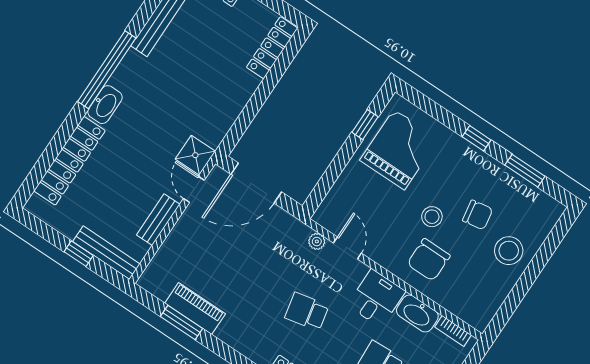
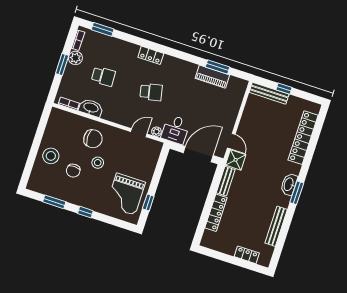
locker: (272, 48) -> (216, 213), moved
window: (107, 70) -> (297, 193), width x0.47
washbasin: (105, 105) -> (289, 184), moved
chair: (478, 215) -> (73, 171), turned -80
bench: (158, 220) -> (226, 181), moved
door: (347, 248) -> (139, 133), swing flipped
chair: (429, 260) -> (93, 139), turned 90
desk: (376, 298) -> (176, 129), moved

